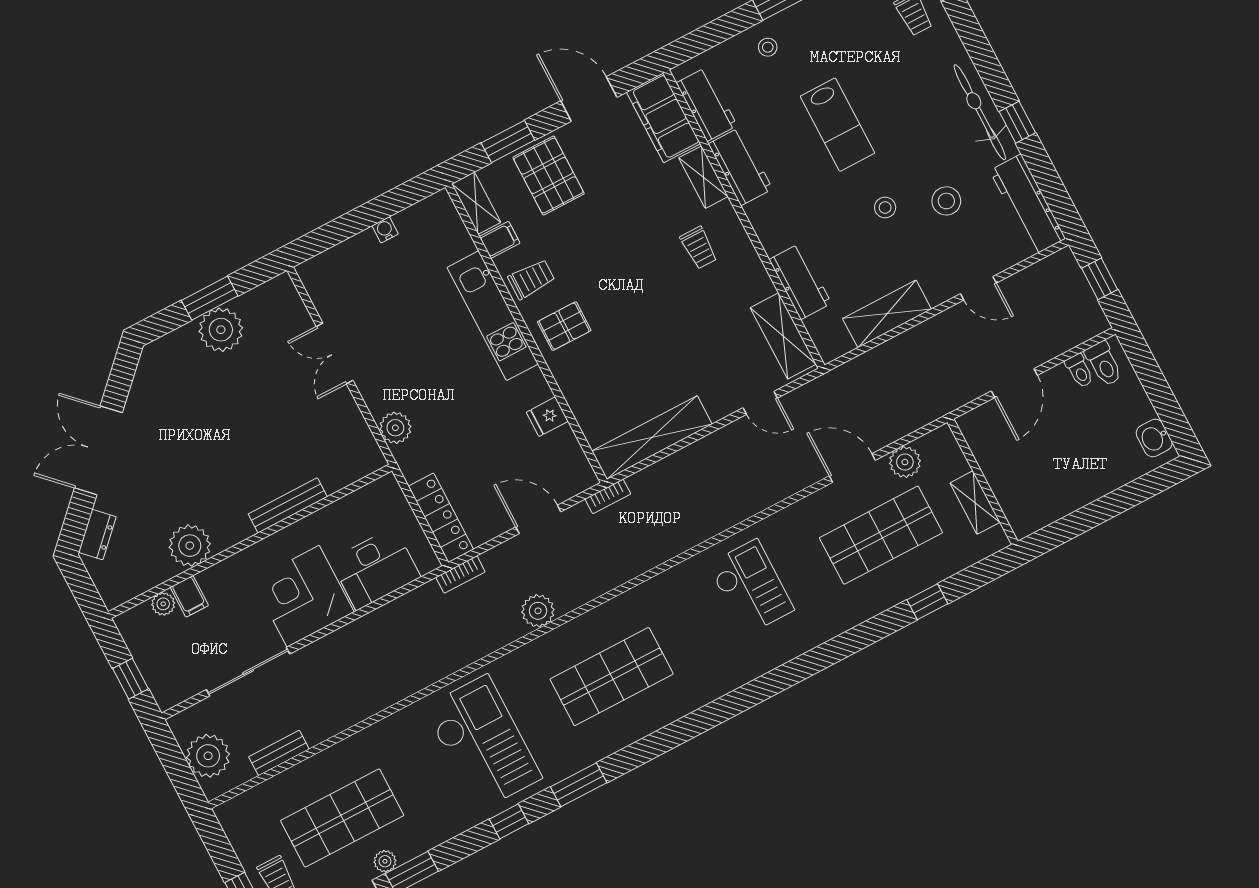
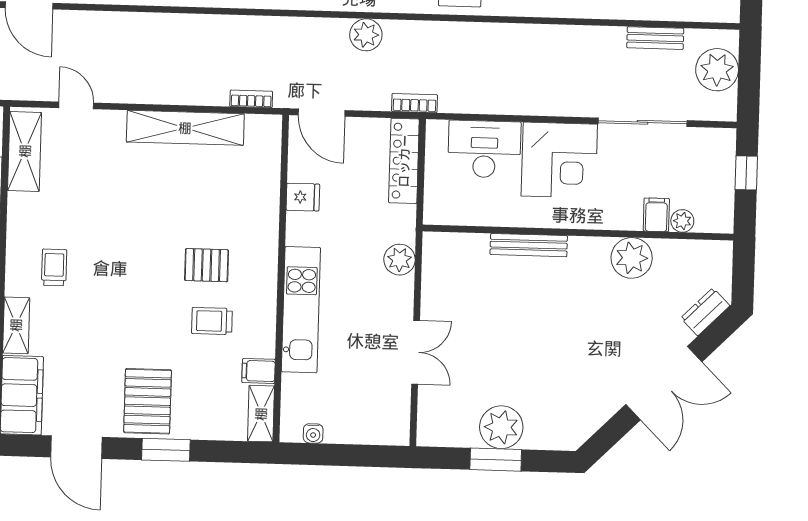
shelving: (476, 203) -> (261, 414), moved
filing cabinet: (500, 240) -> (259, 371), moved
kitchen unit: (493, 316) -> (301, 310), moved
wall: (526, 333) -> (281, 278), moved
fridge: (547, 417) -> (303, 197), moved

